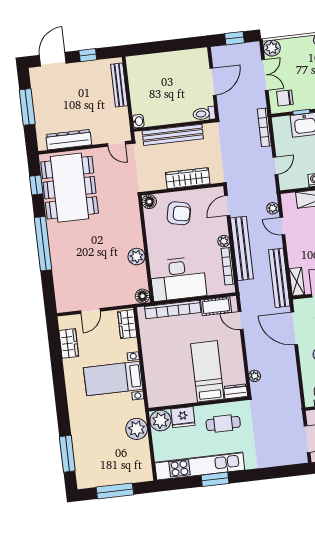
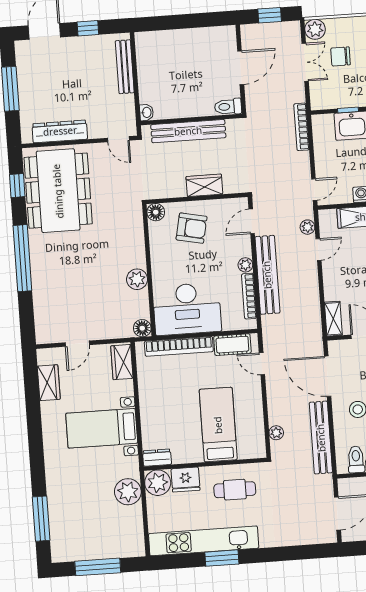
chair: (285, 98) -> (341, 56), moved
door: (275, 166) -> (314, 190), moved
wardrobe: (188, 178) -> (204, 185), width x0.67
door: (282, 226) -> (319, 249), swing flipped
bench: (279, 278) -> (321, 438), moved
dresser: (236, 391) -> (157, 458), moved

